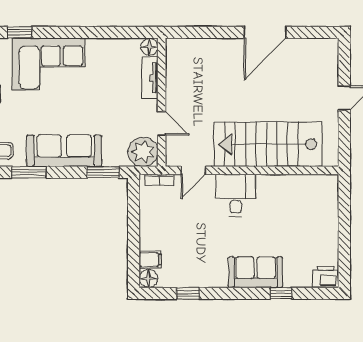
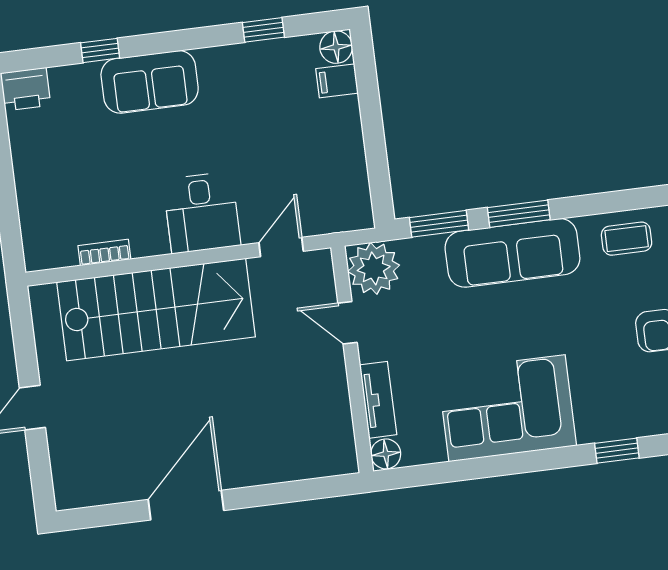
corner sofa: (48, 64) -> (507, 408), moved
window: (29, 172) -> (519, 214), moved
bookcase: (159, 180) -> (104, 252), moved

